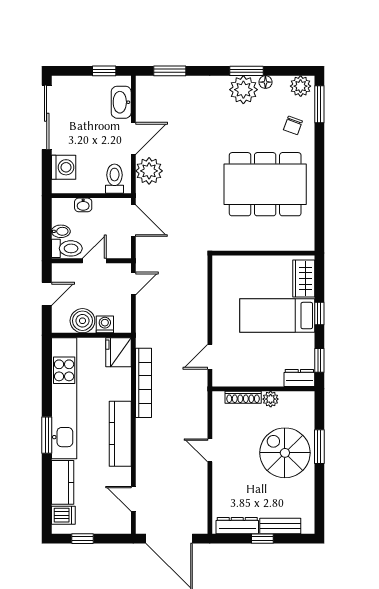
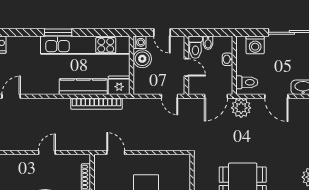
plant: (149, 171) -> (241, 108), moved
washing machine: (105, 324) -> (140, 42), moved
kitchen counter: (120, 434) -> (83, 87), moved
kitchen counter: (63, 482) -> (23, 44), removed

